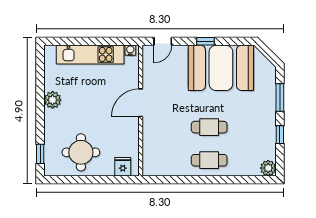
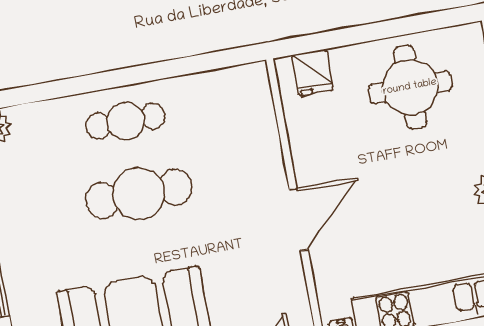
cafe table: (209, 127) -> (139, 194), width x1.37, depth x1.35

